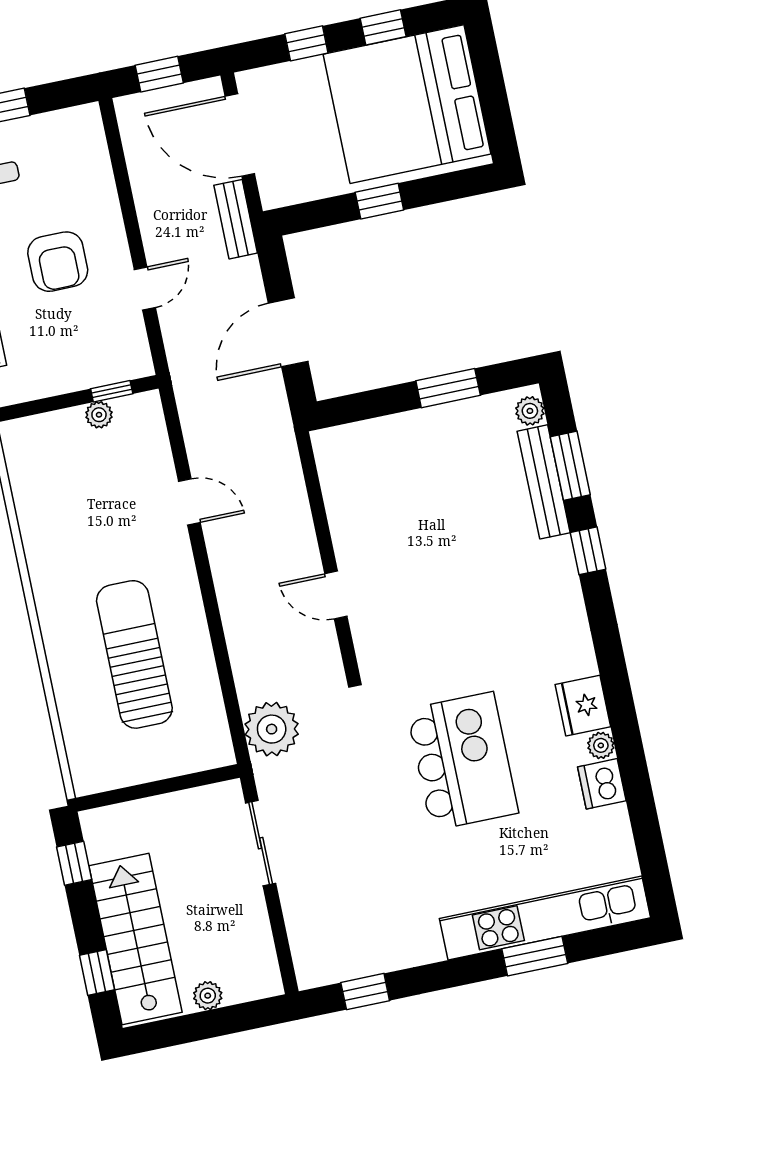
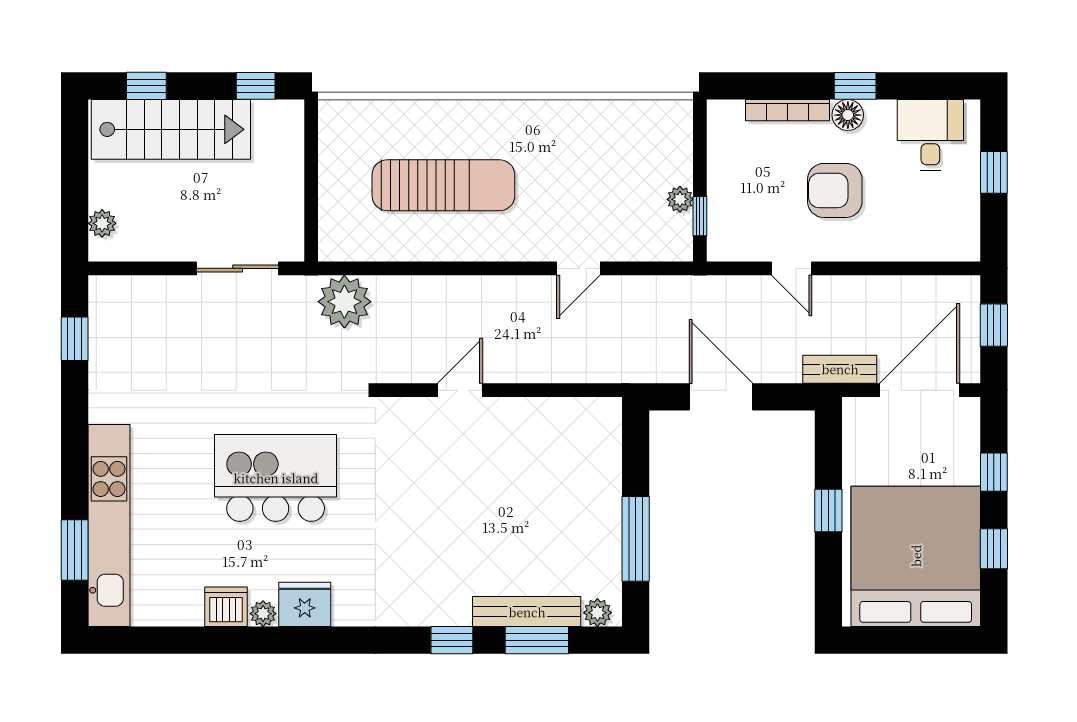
window: (448, 388) -> (636, 539), width x1.44
kitchen island: (462, 761) -> (276, 478), turned 180
window: (535, 956) -> (75, 550), moved
plant: (208, 996) -> (102, 223), moved

